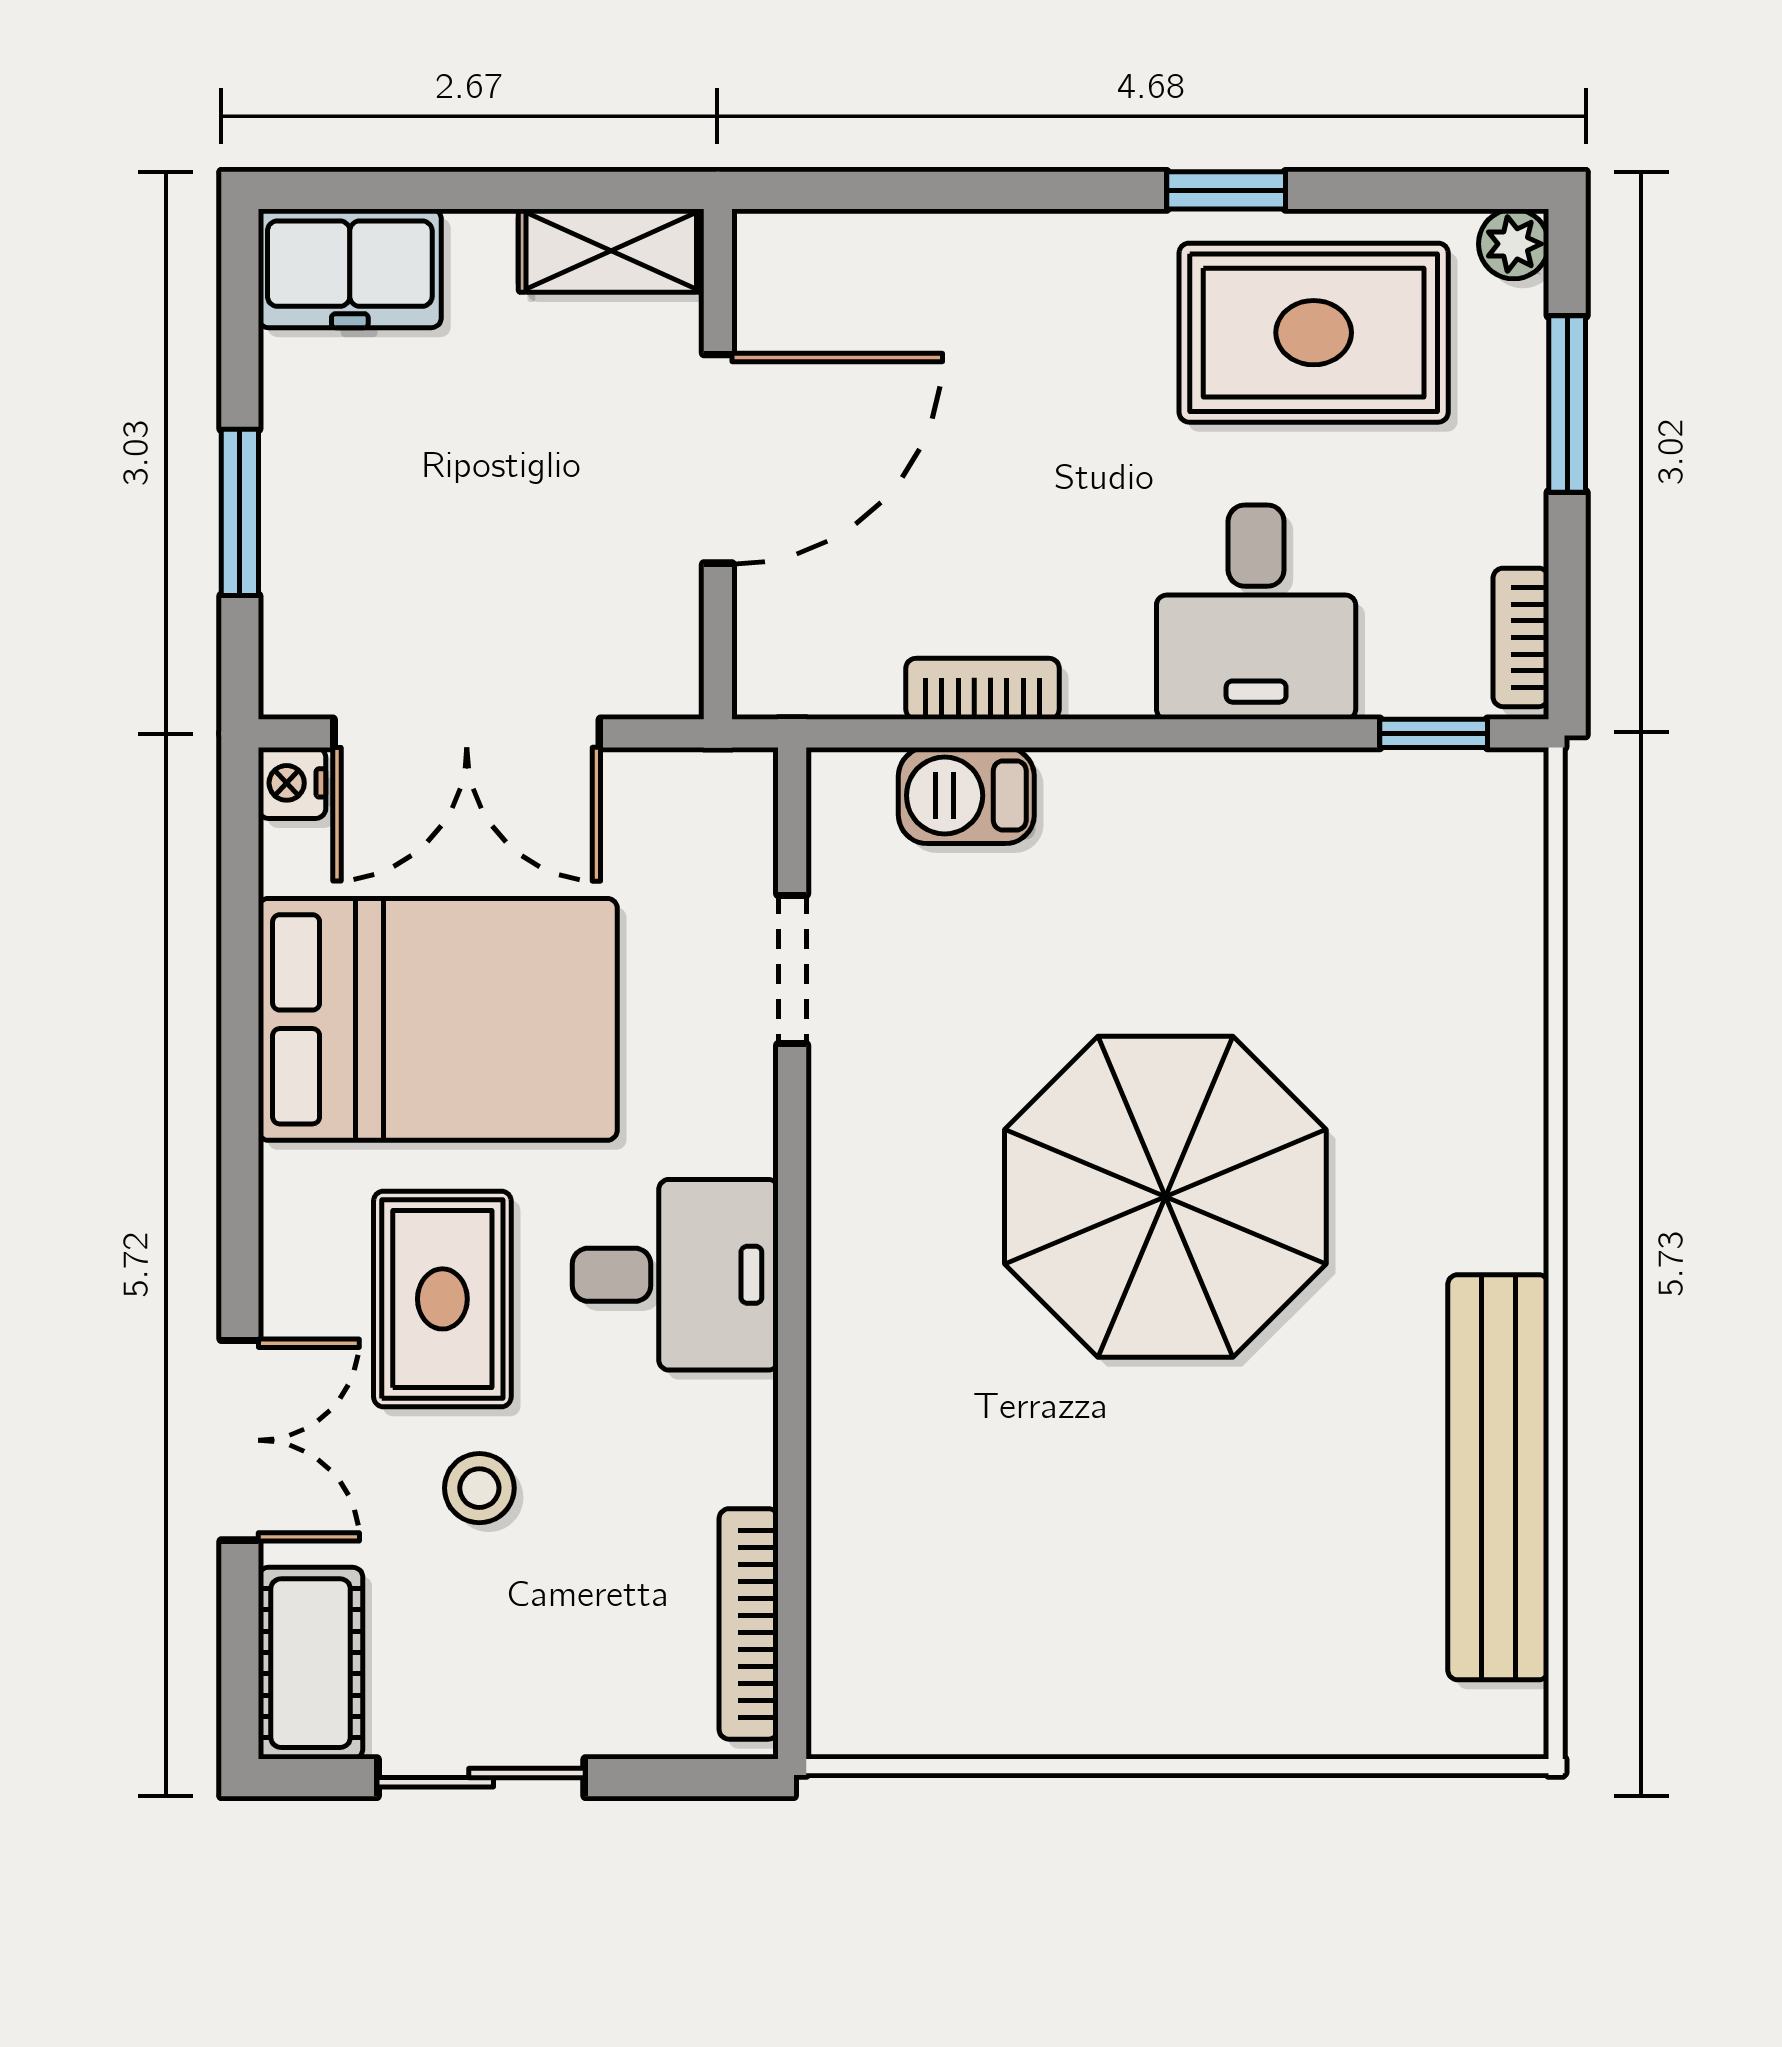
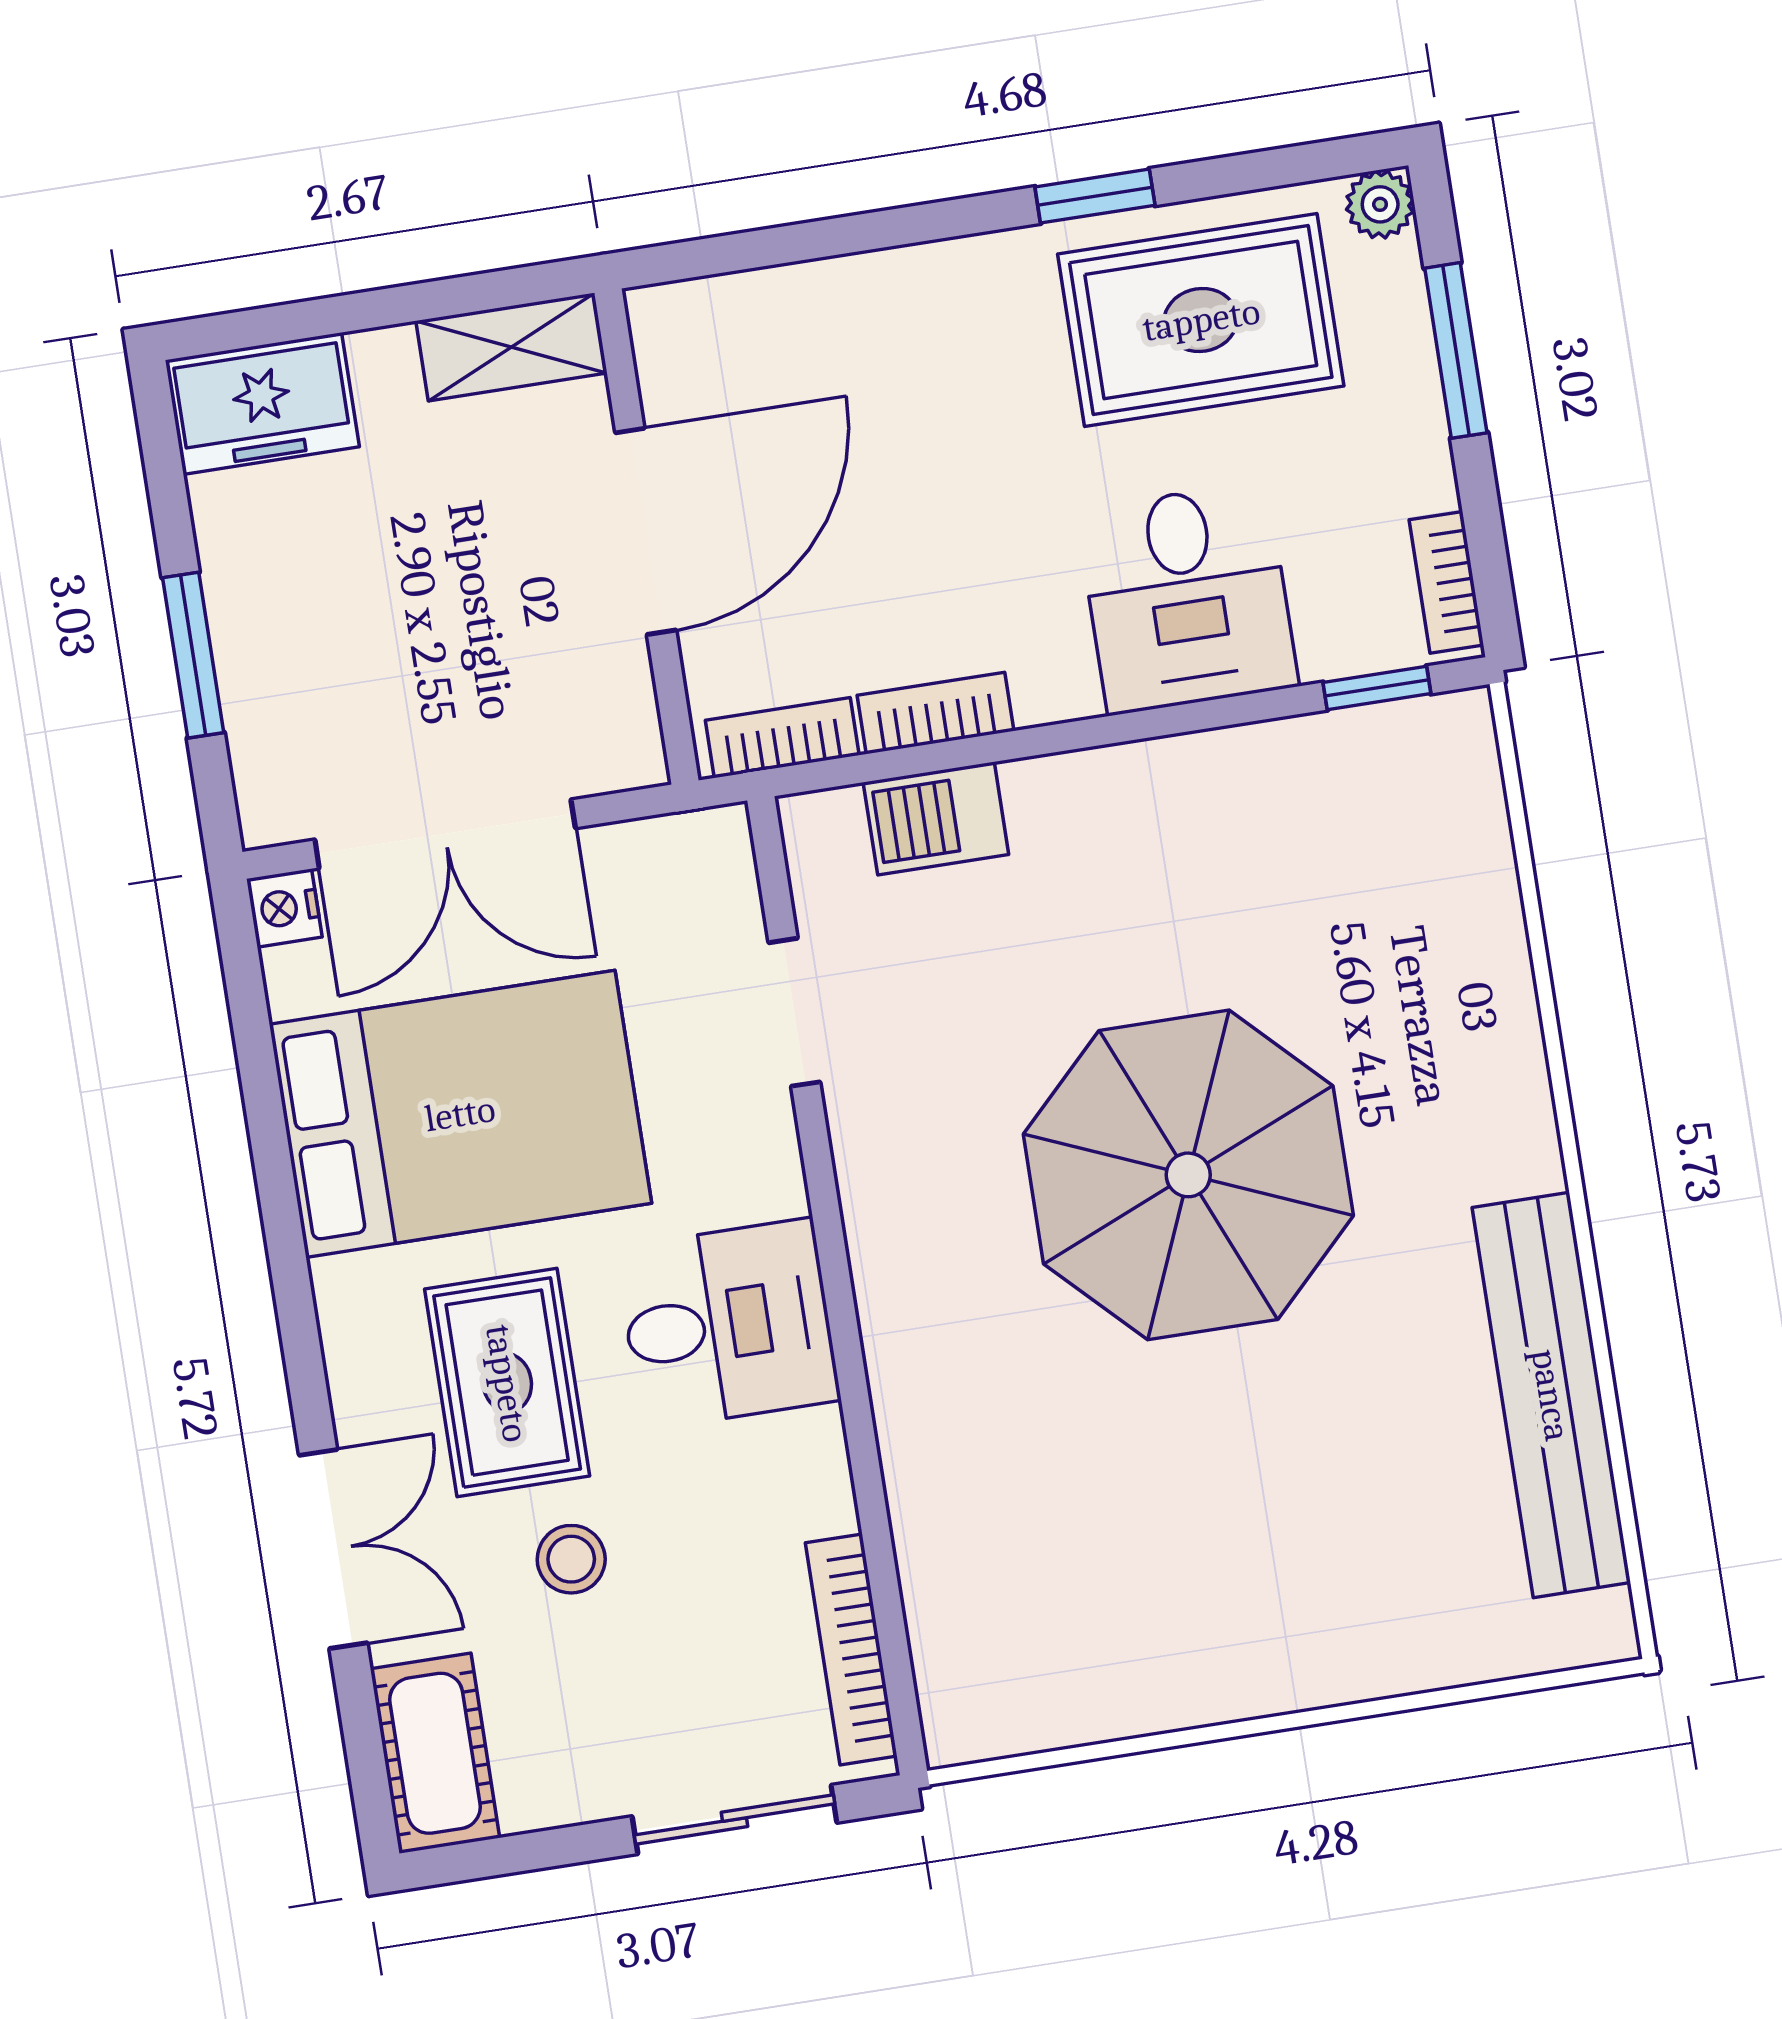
bookcase: (823, 689) -> (782, 738), added
sliding door: (481, 1778) -> (735, 1819), moved

